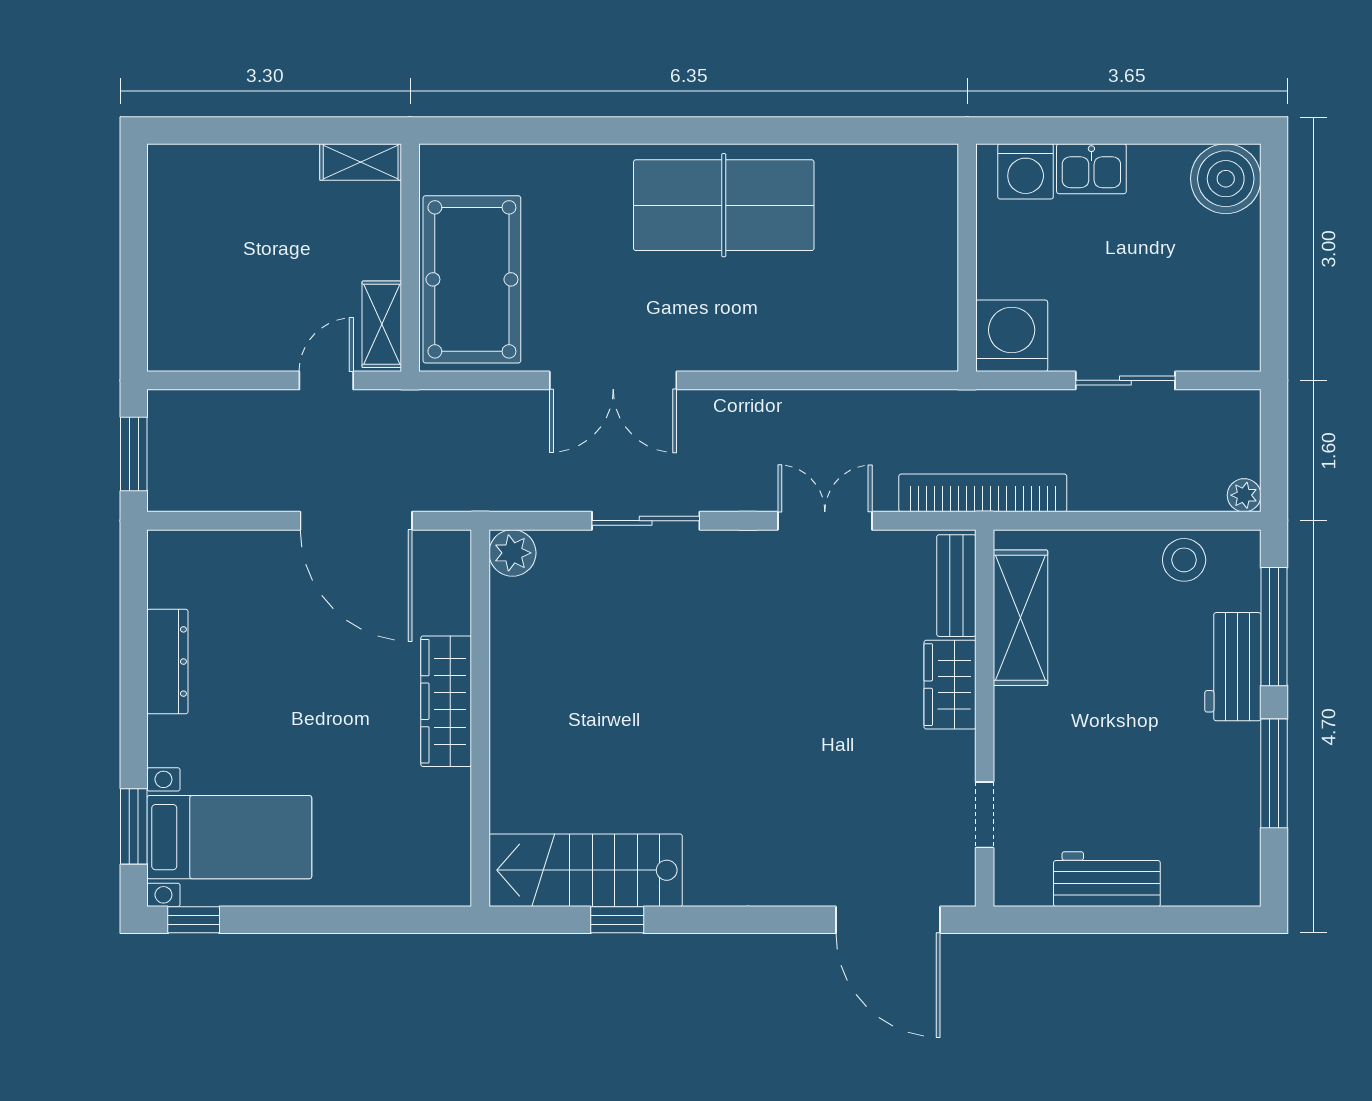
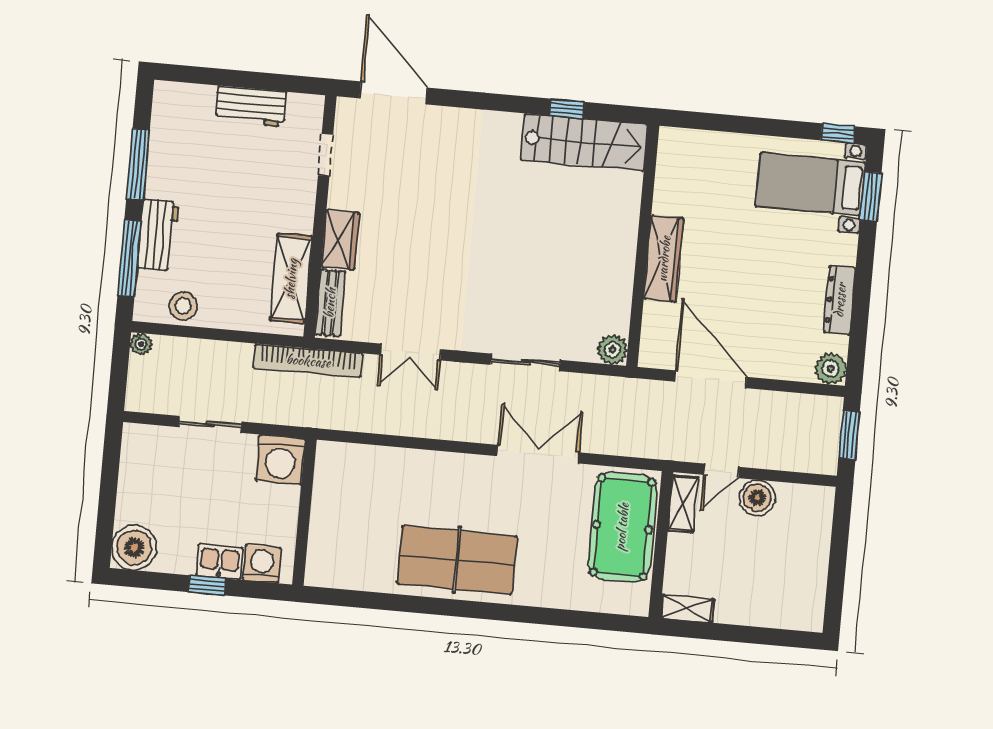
window: (1107, 130) -> (207, 585), added
boiler: (267, 344) -> (757, 498), added
plant: (172, 554) -> (831, 369), added

